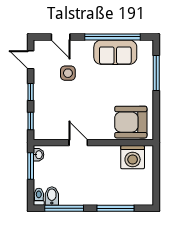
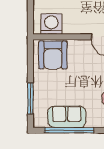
armchair: (131, 122) -> (53, 55), turned 90

